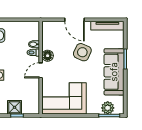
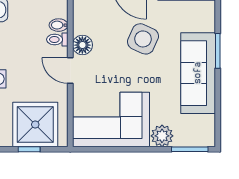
door: (41, 70) -> (70, 71), hinge flipped
shower: (15, 107) -> (35, 124), width x1.86, depth x1.86
plant: (108, 108) -> (162, 136), moved

